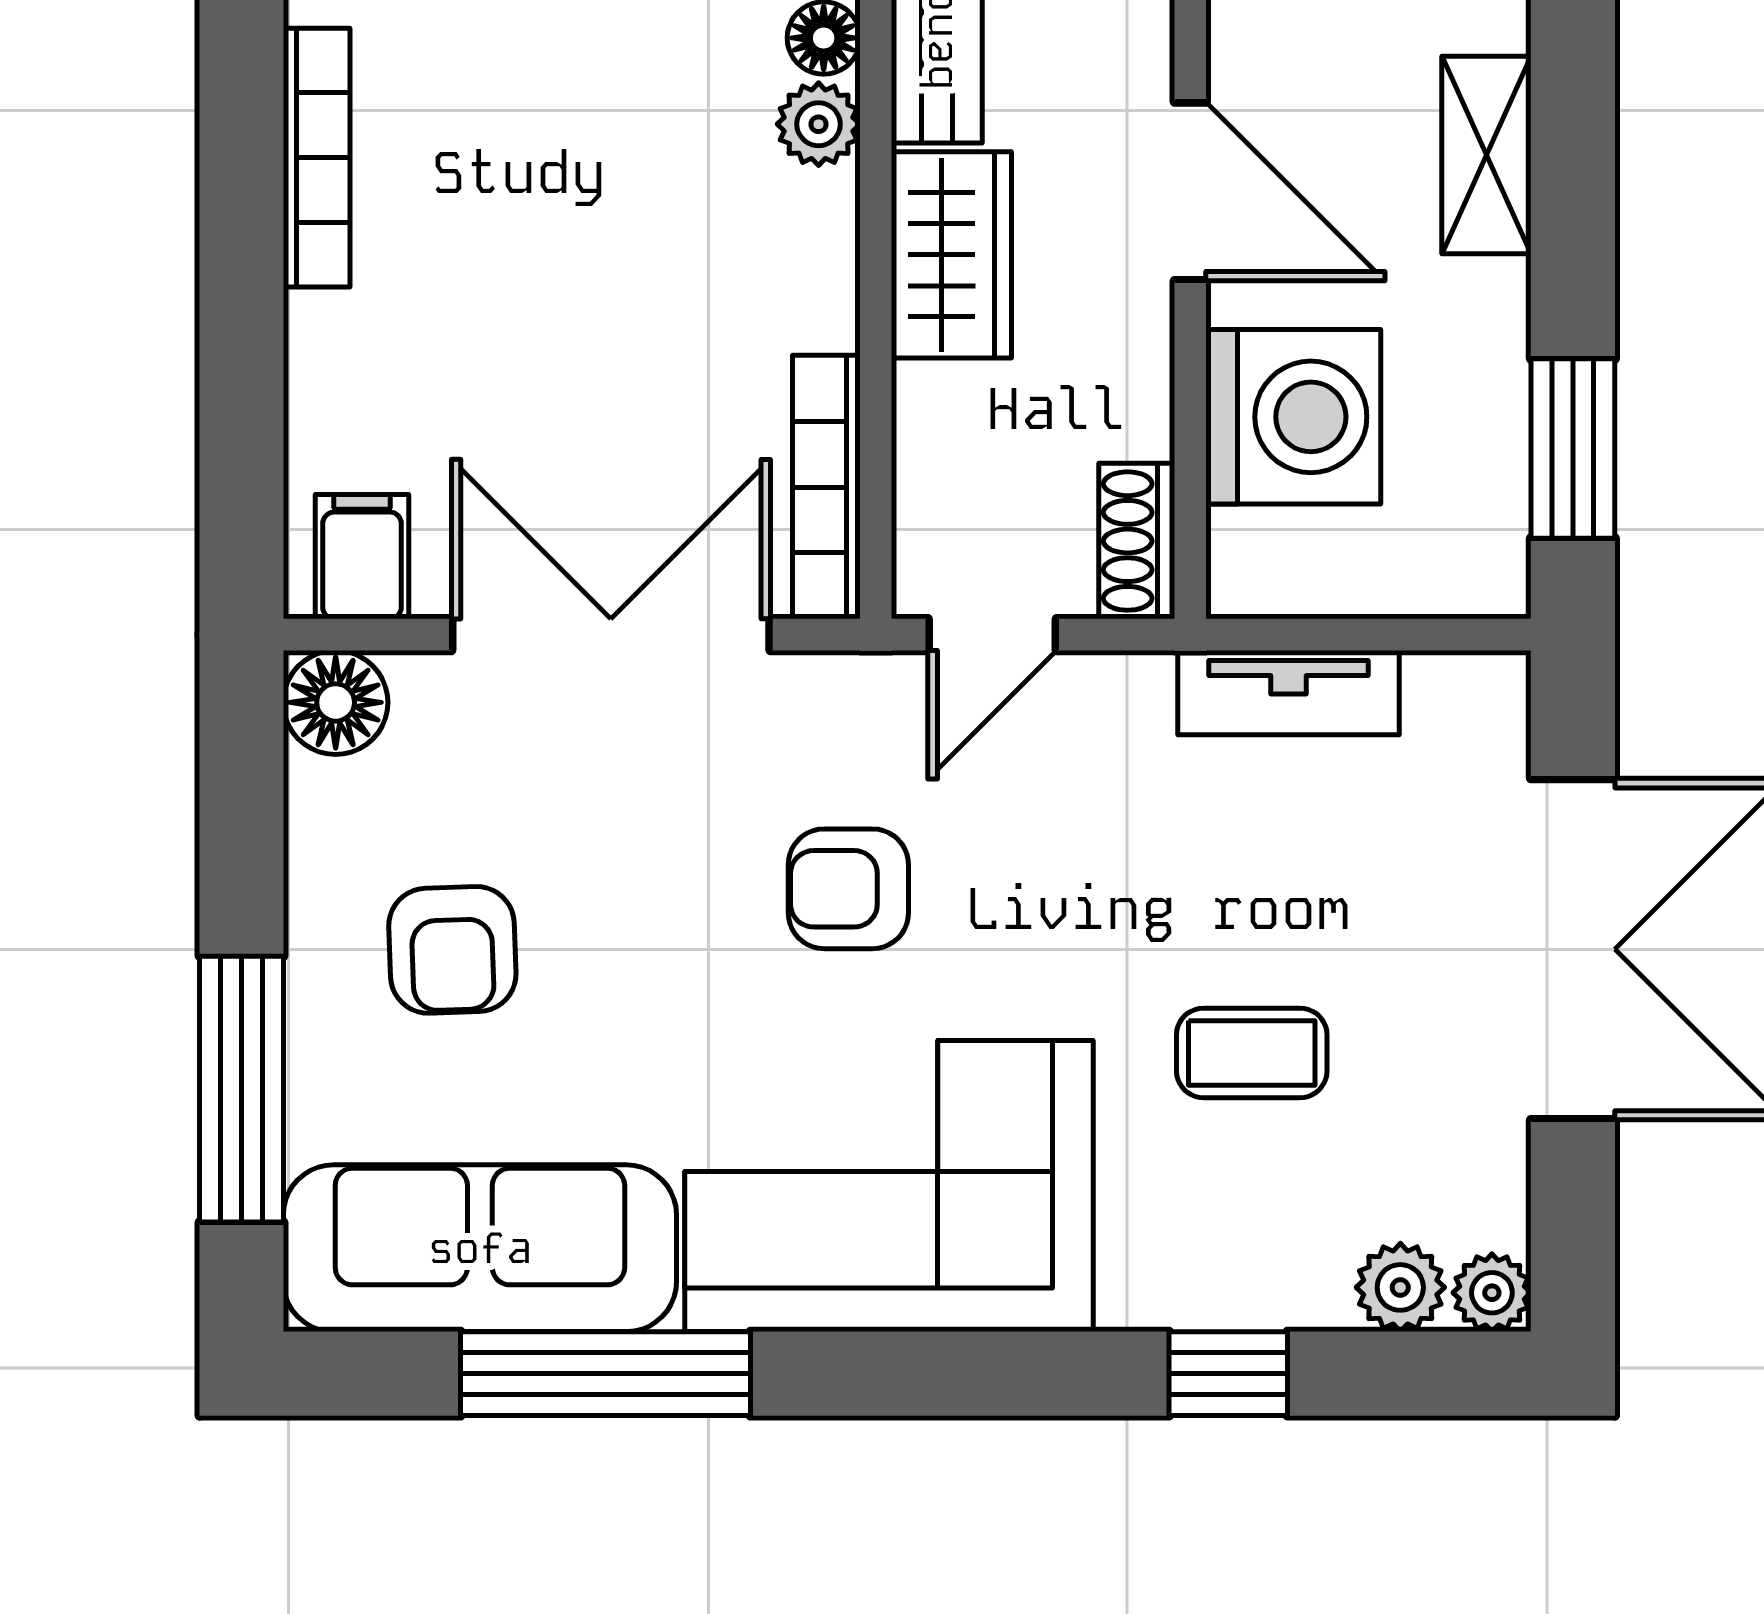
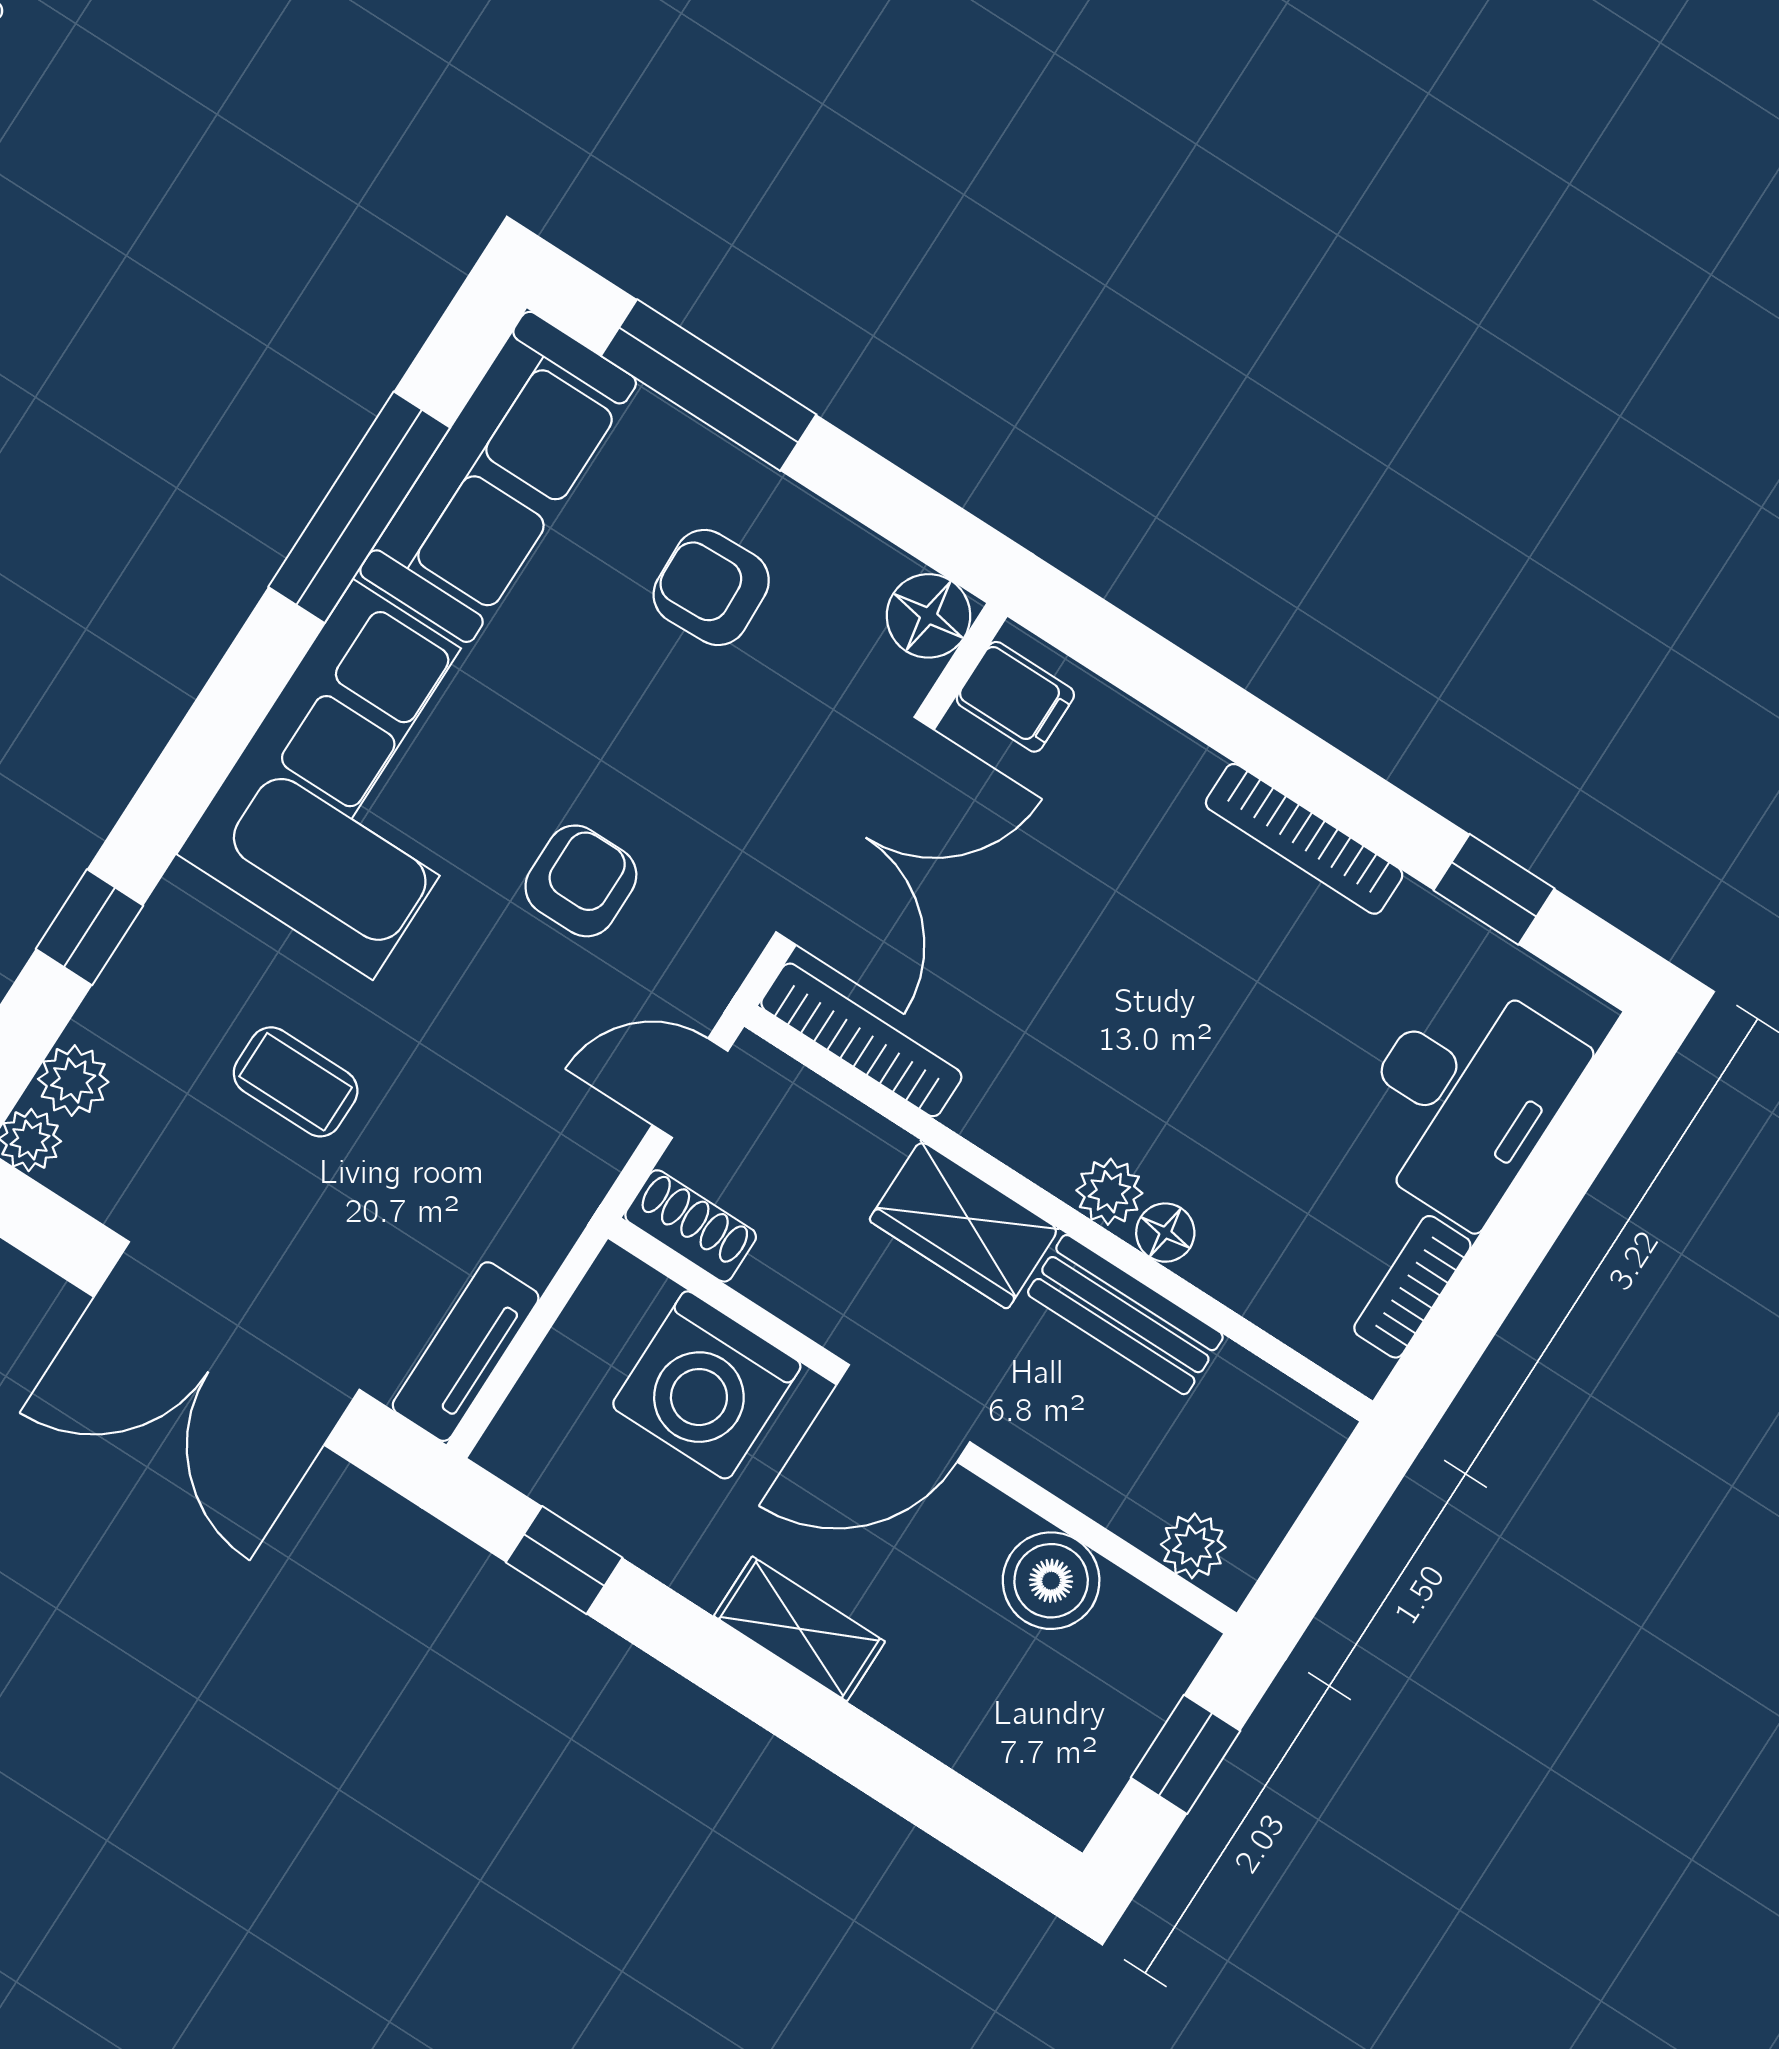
window: (1573, 449) -> (564, 1560), width x0.67
door: (992, 635) -> (690, 1088), hinge flipped
tv unit: (1288, 693) -> (466, 1352), moved
coffee table: (1252, 1053) -> (296, 1082), turned 90

